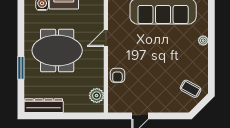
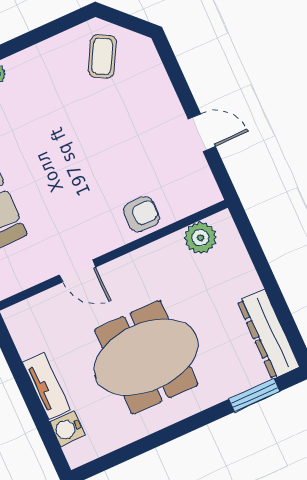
meeting table: (57, 50) -> (146, 357), turned 90
window: (21, 68) -> (254, 395), moved

